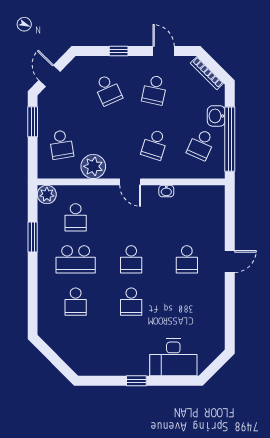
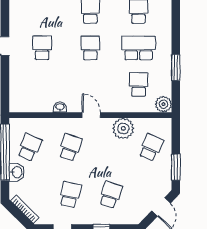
school desk: (108, 90) -> (111, 195), turned 42
school desk: (61, 145) -> (151, 147), turned 33

